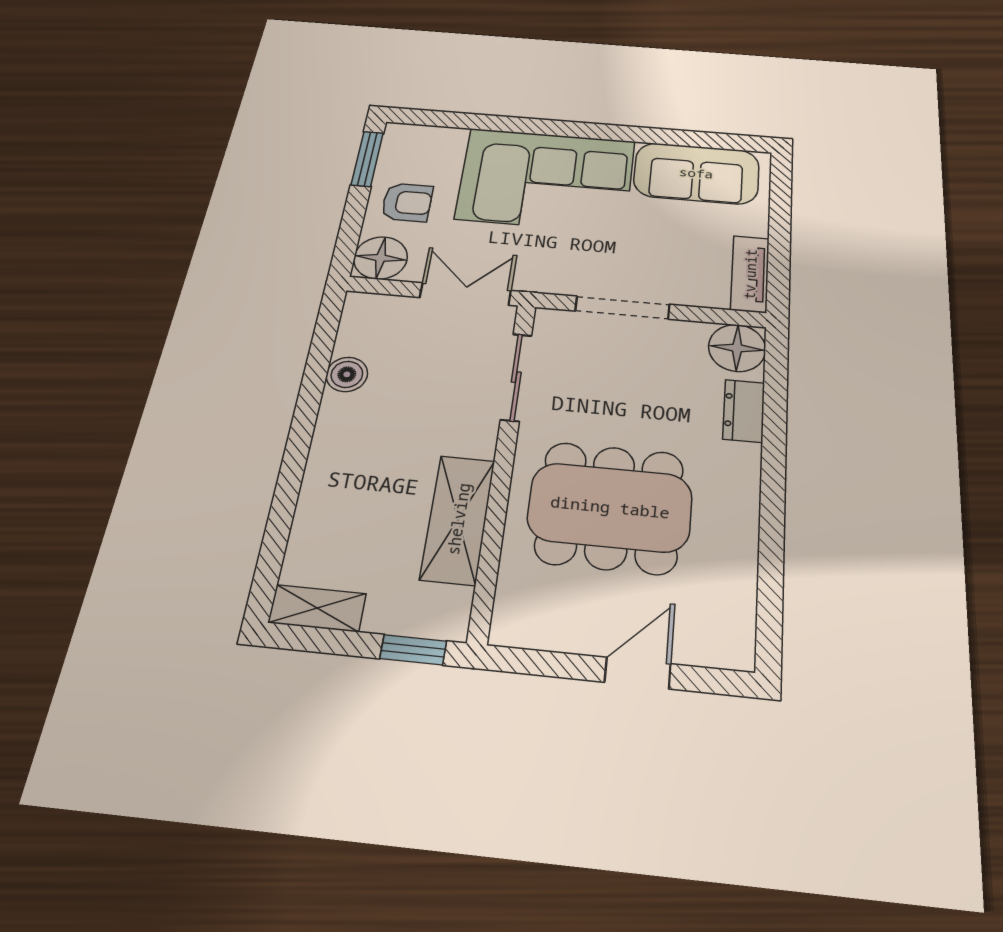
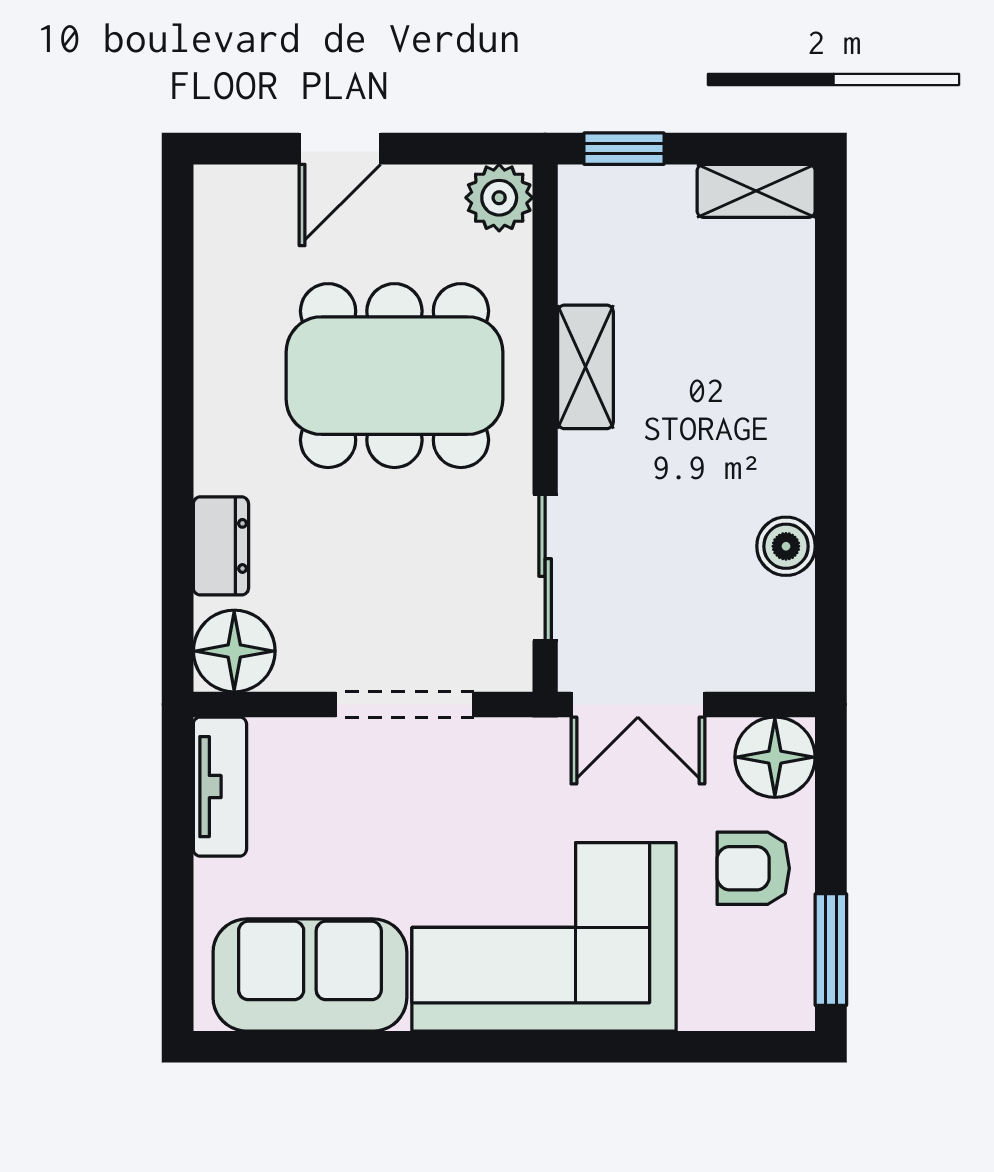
shelving: (458, 519) -> (586, 367), width x0.67, depth x0.75
plant: (516, 623) -> (499, 198), added

